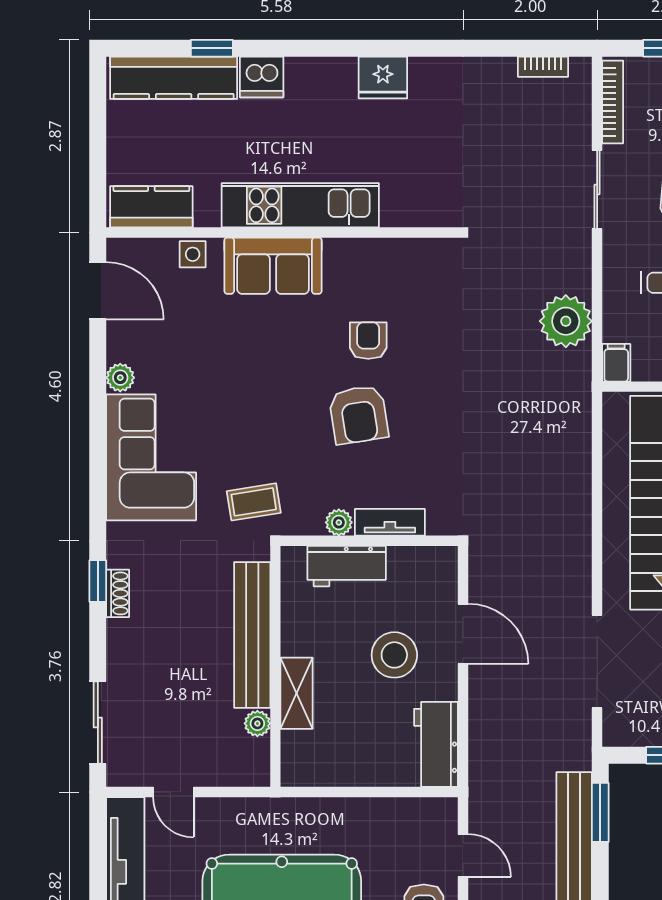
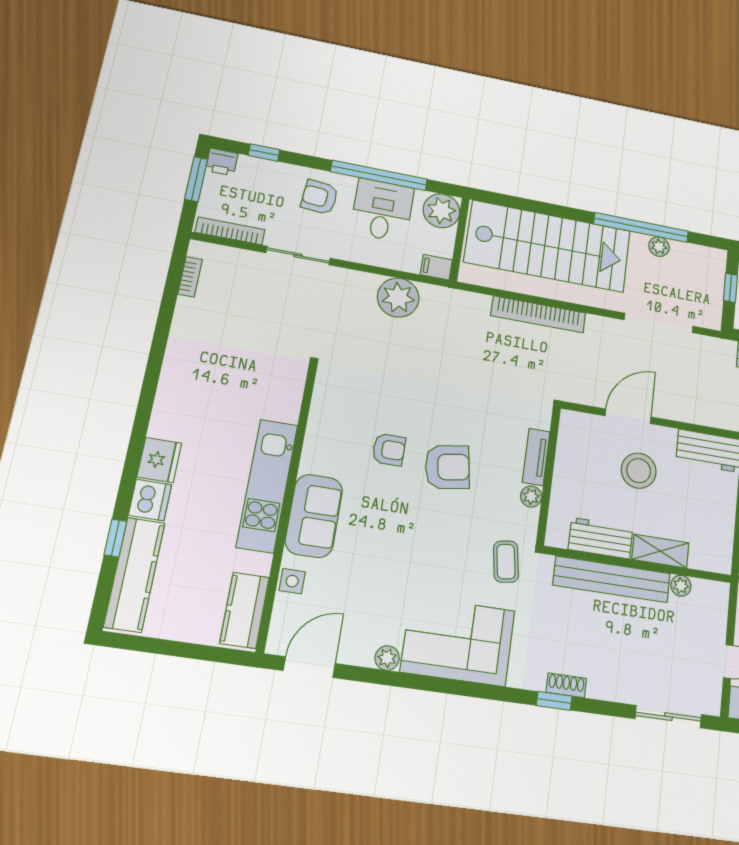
fridge: (383, 78) -> (159, 460), moved
armchair: (368, 341) -> (389, 450), turned 180
bookcase: (578, 502) -> (538, 314), added
workbench: (347, 566) -> (601, 538), moved, turned -90

